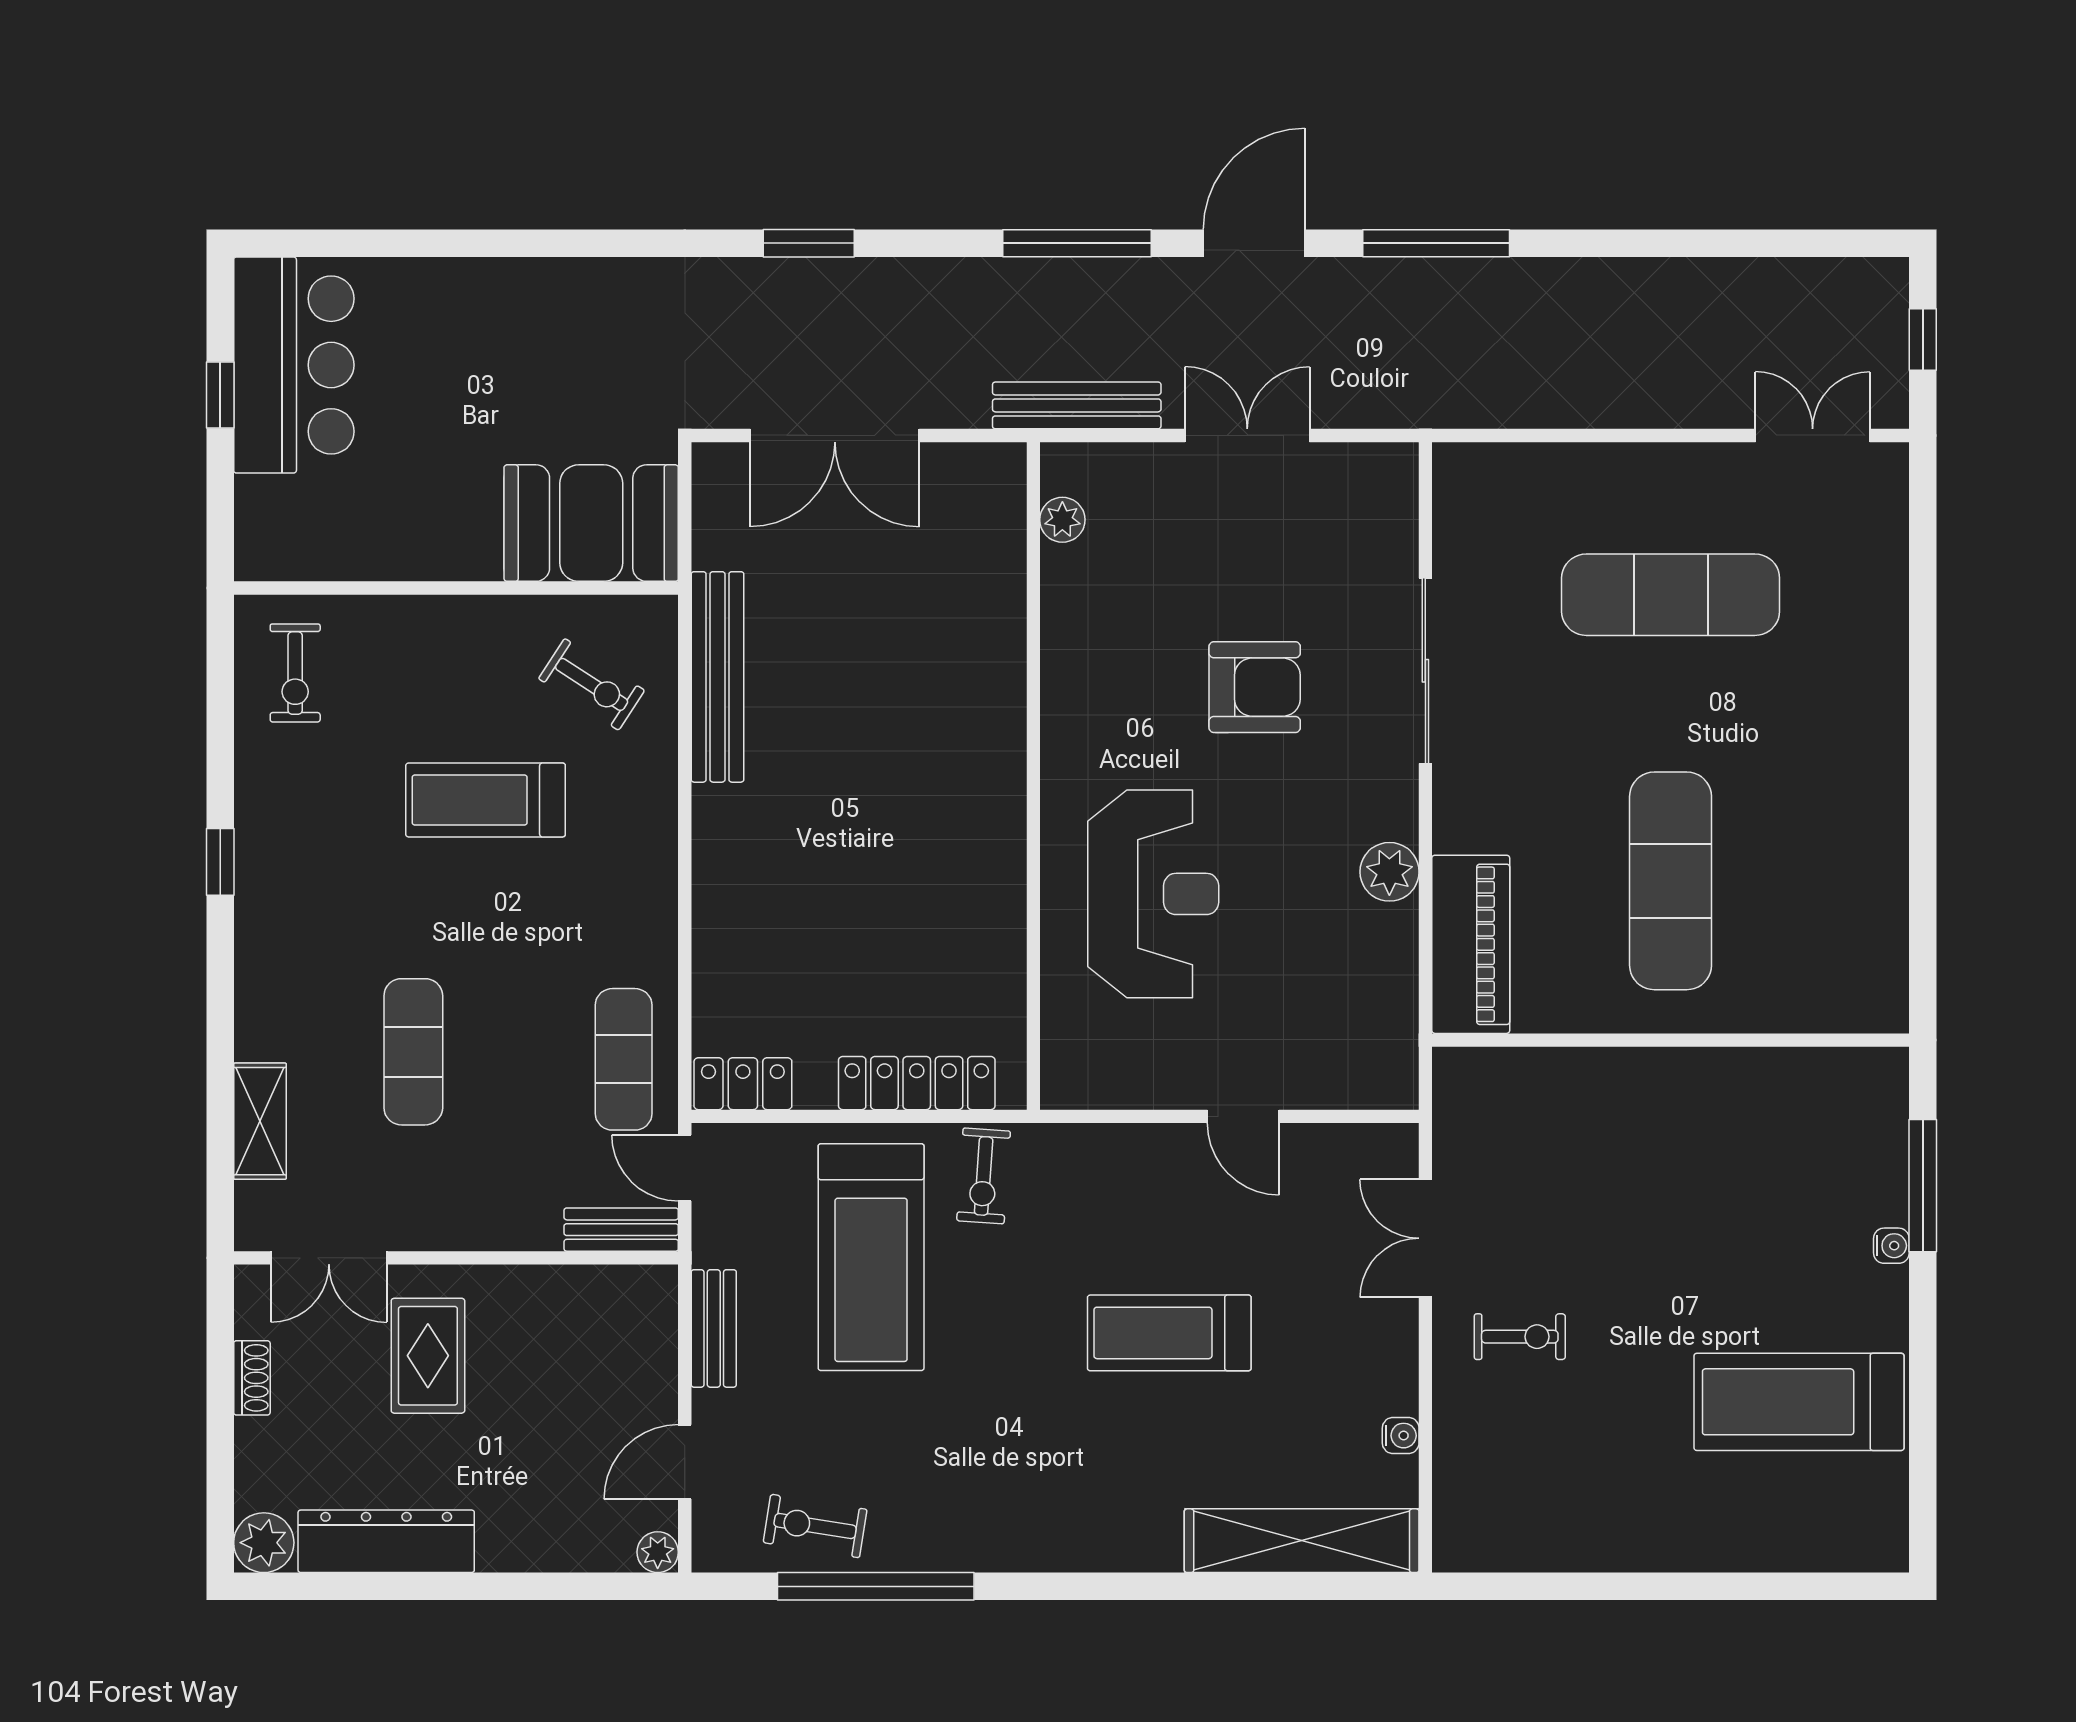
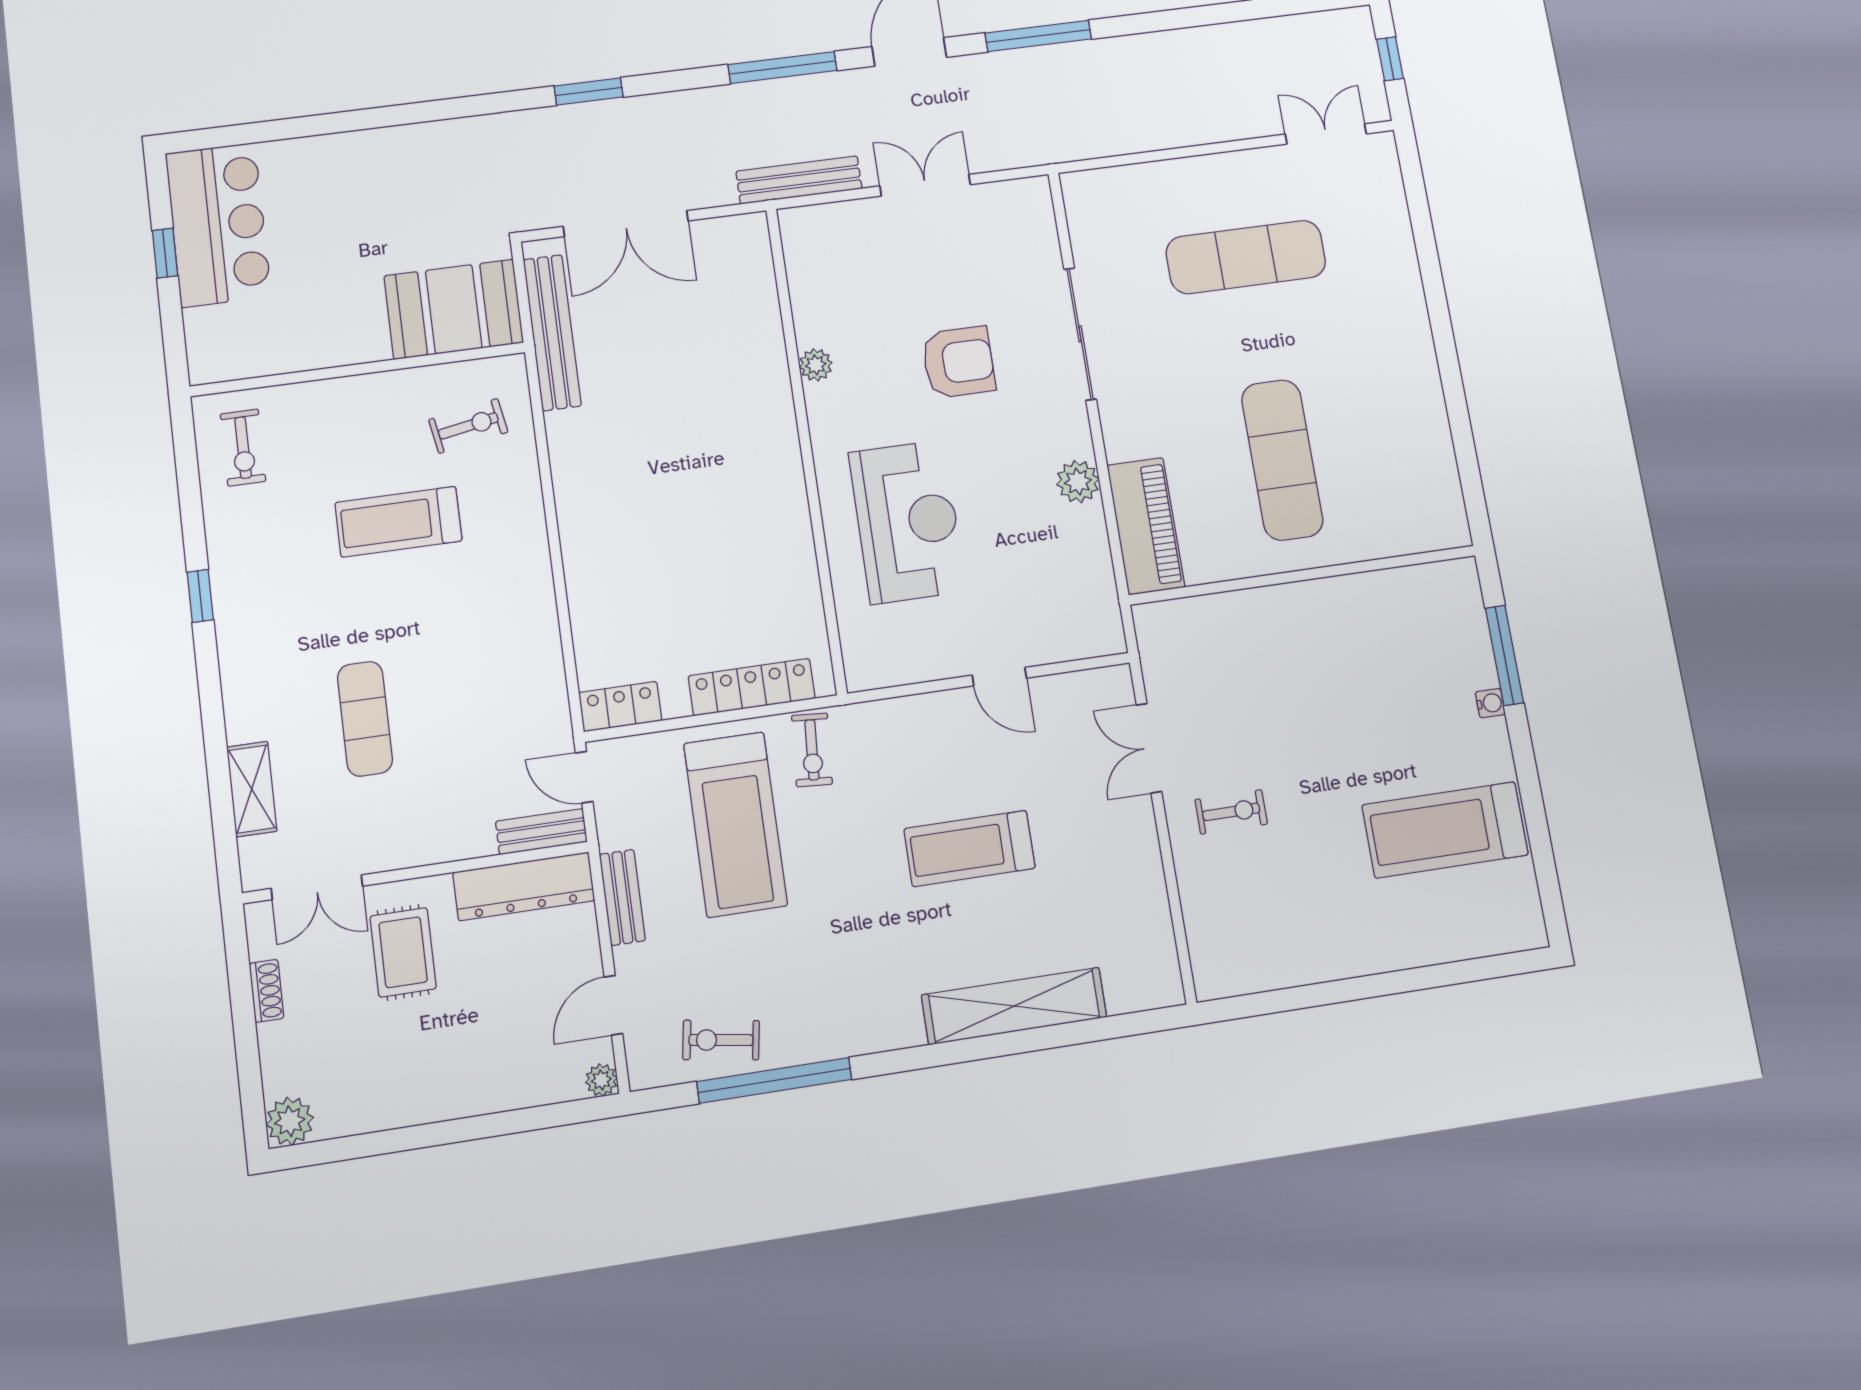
plant: (1062, 520) -> (816, 365), moved
bench: (717, 677) -> (552, 332), moved
exercise bike: (592, 684) -> (468, 426), turned -43
exercise mat: (624, 1059) -> (527, 701), removed
water cooler: (1401, 1436) -> (1155, 901), removed
dresser: (386, 1541) -> (524, 886), moved, turned 180
shelving: (1302, 1541) -> (1014, 1006), moved

